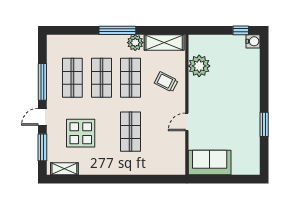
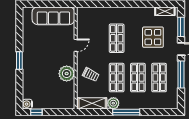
plant: (199, 66) -> (67, 74), moved
window: (264, 124) -> (19, 61), moved
sofa: (210, 163) -> (53, 16), width x1.36

